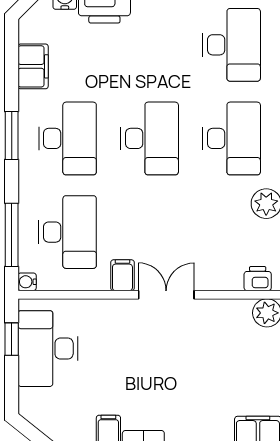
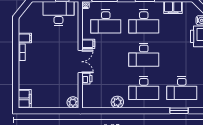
printer: (258, 279) -> (87, 79), moved

